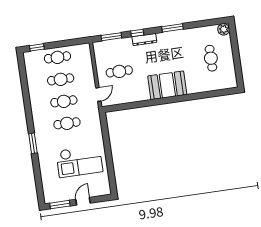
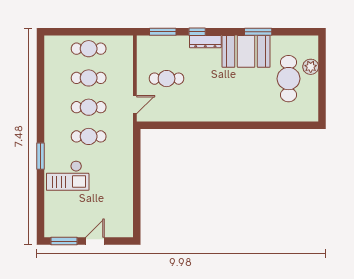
window: (173, 28) -> (258, 32), moved
plant: (224, 29) -> (311, 67), moved
window: (37, 47) -> (64, 32), removed
cafe table: (211, 58) -> (289, 79), width x1.37, depth x1.35
booth: (167, 85) -> (246, 51), moved
checkout: (79, 161) -> (68, 176), moved, width x0.73, depth x0.83

